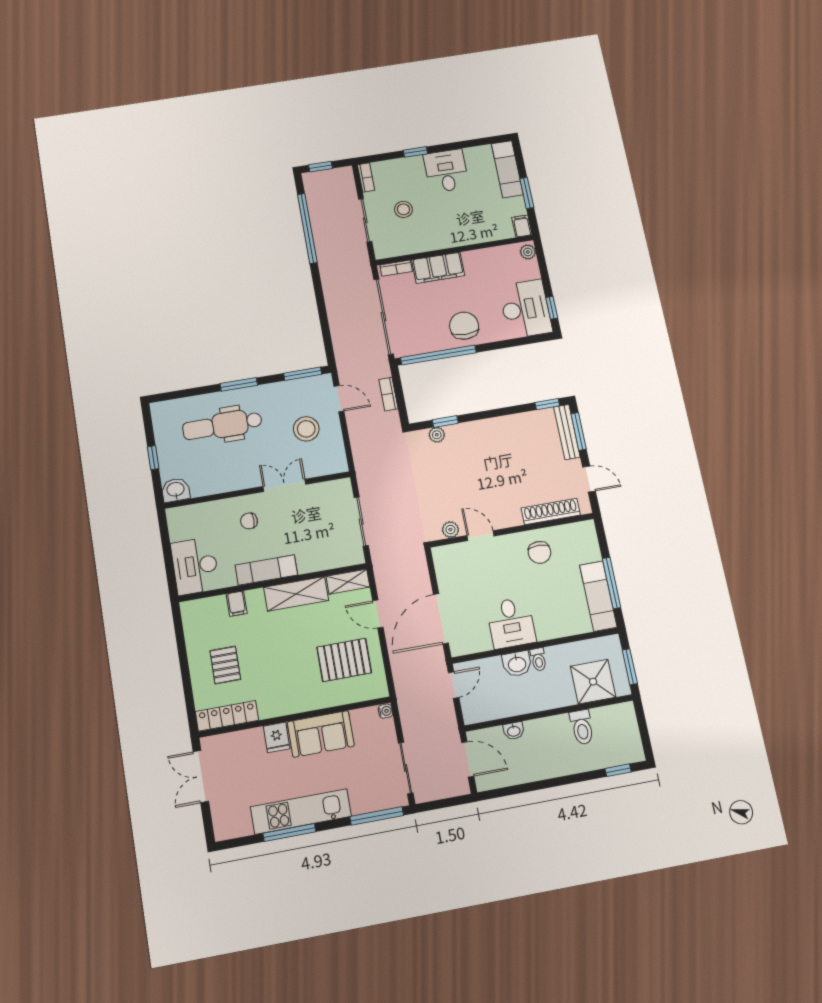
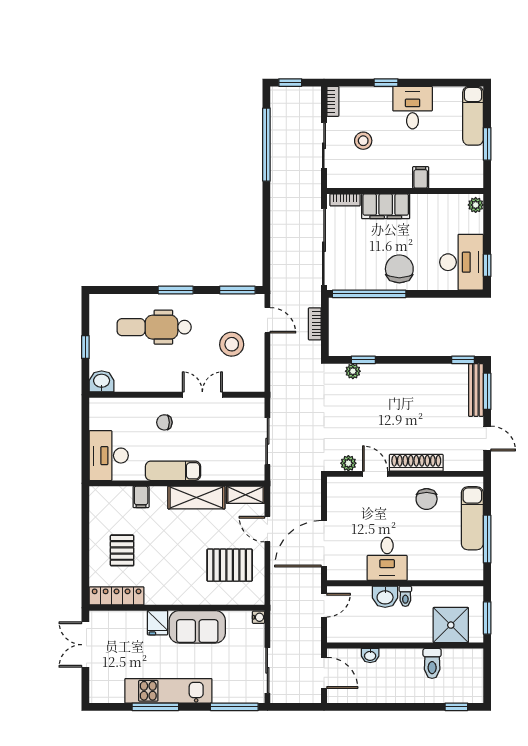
filing cabinet: (522, 226) -> (421, 177), moved
shoe rack: (551, 511) -> (416, 463), moved
exam couch: (598, 596) -> (472, 518), moved

